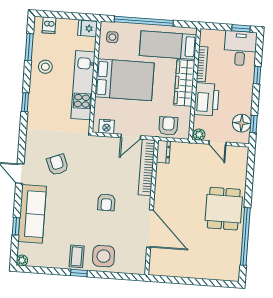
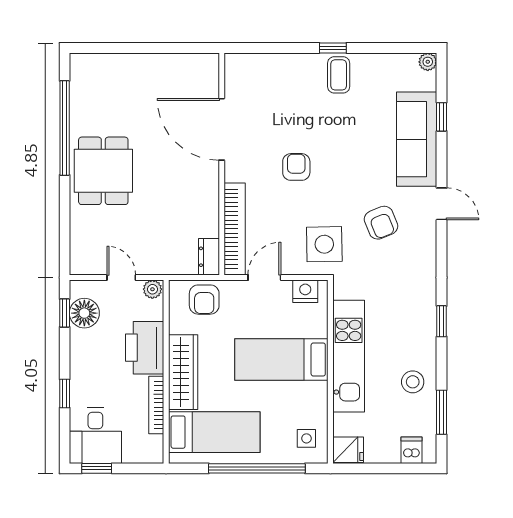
bed: (124, 80) -> (281, 359), width x0.67
side table: (104, 256) -> (324, 244), moved

